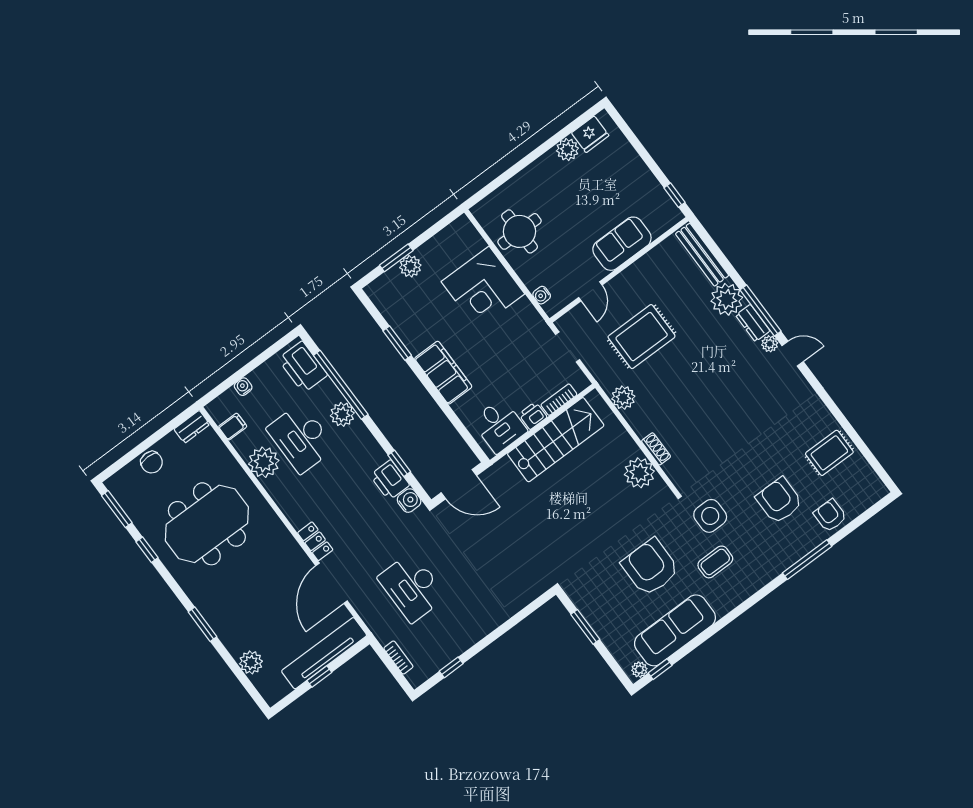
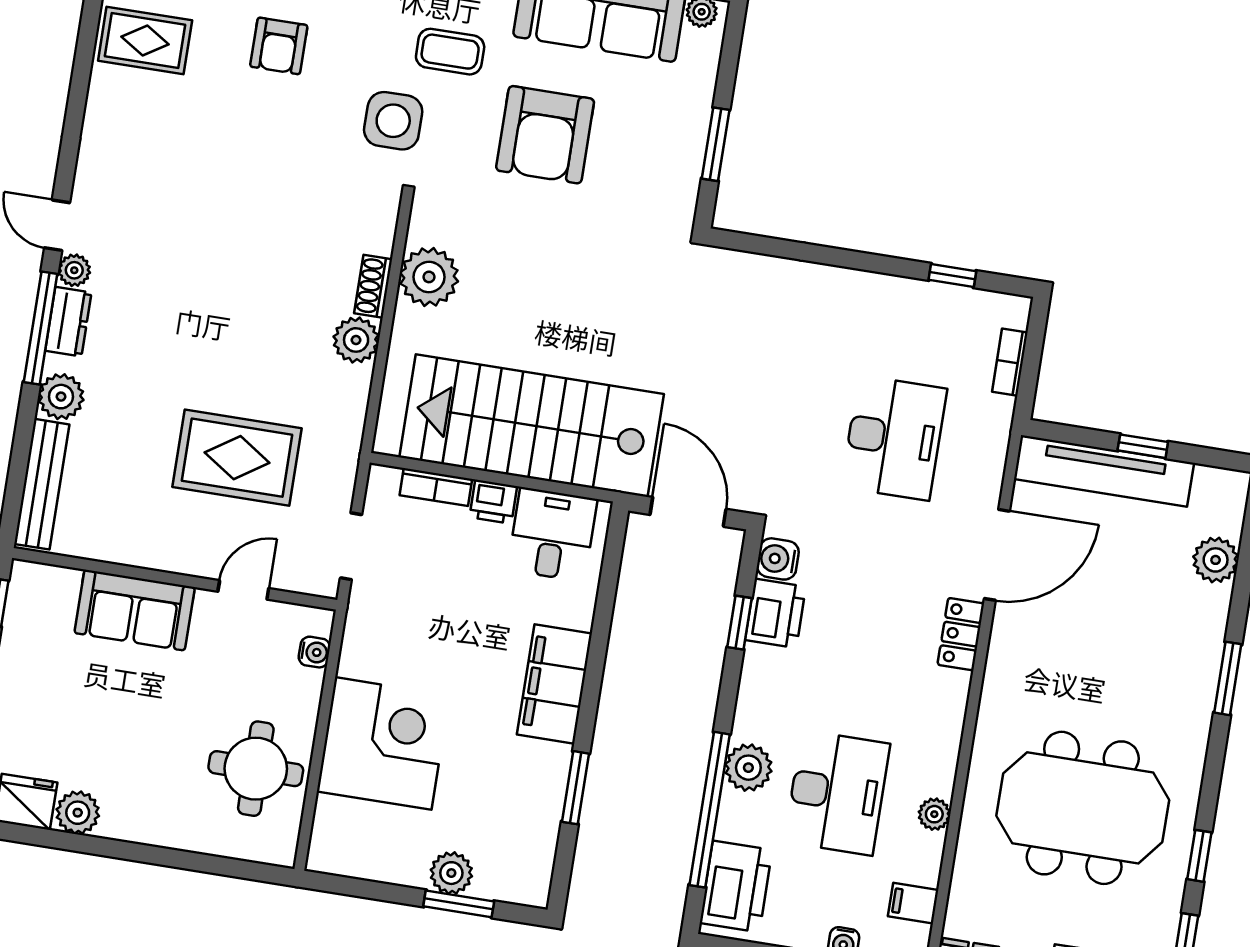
plant: (727, 299) -> (61, 397), width x0.73, depth x0.73
plant: (623, 398) -> (356, 340), moved
stairs: (556, 440) -> (532, 426), width x1.36, depth x1.51
plant: (264, 462) -> (934, 814), width x0.53, depth x0.53
armchair: (779, 500) -> (279, 46), width x0.72, depth x0.72

